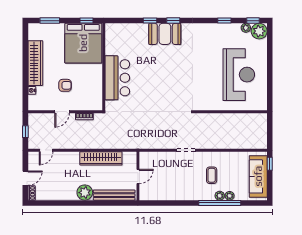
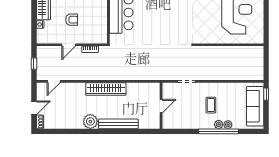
door: (138, 176) -> (161, 106), moved
wall: (138, 176) -> (161, 106), moved

